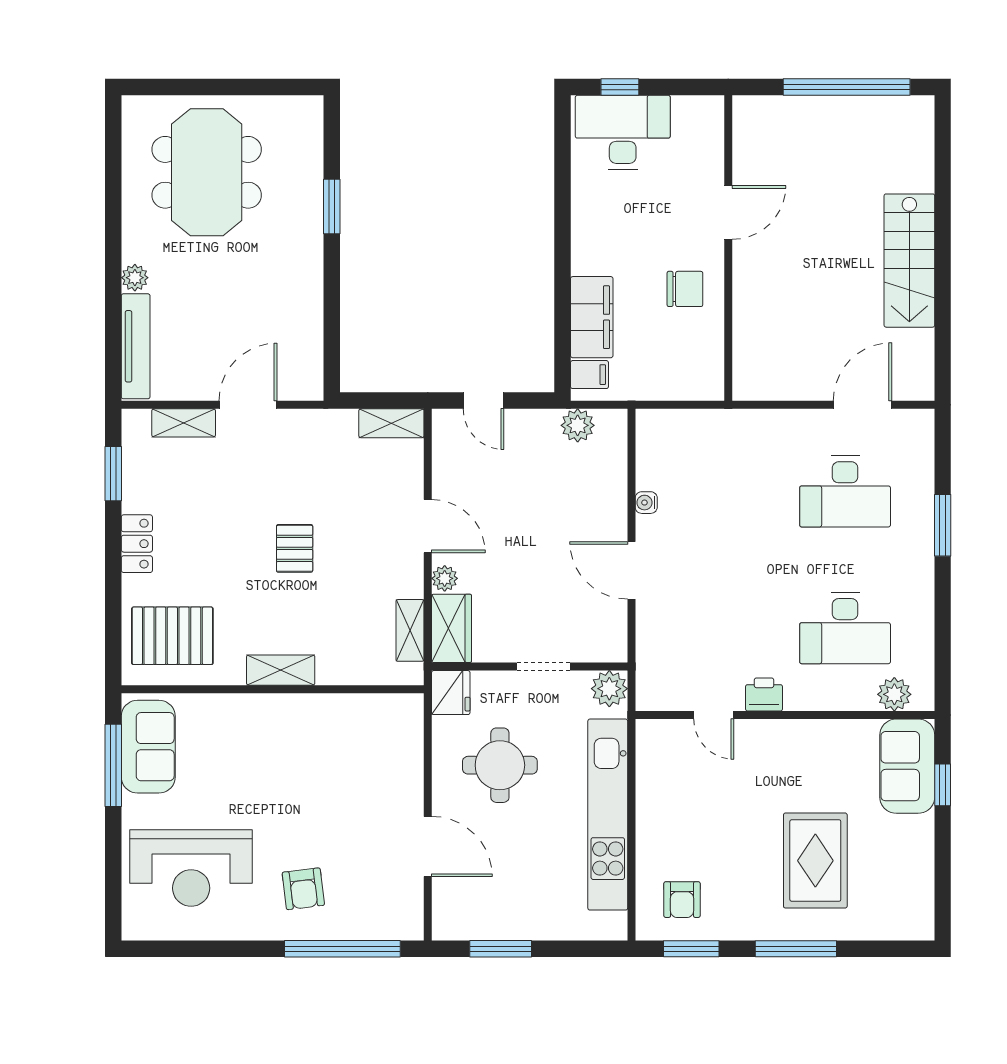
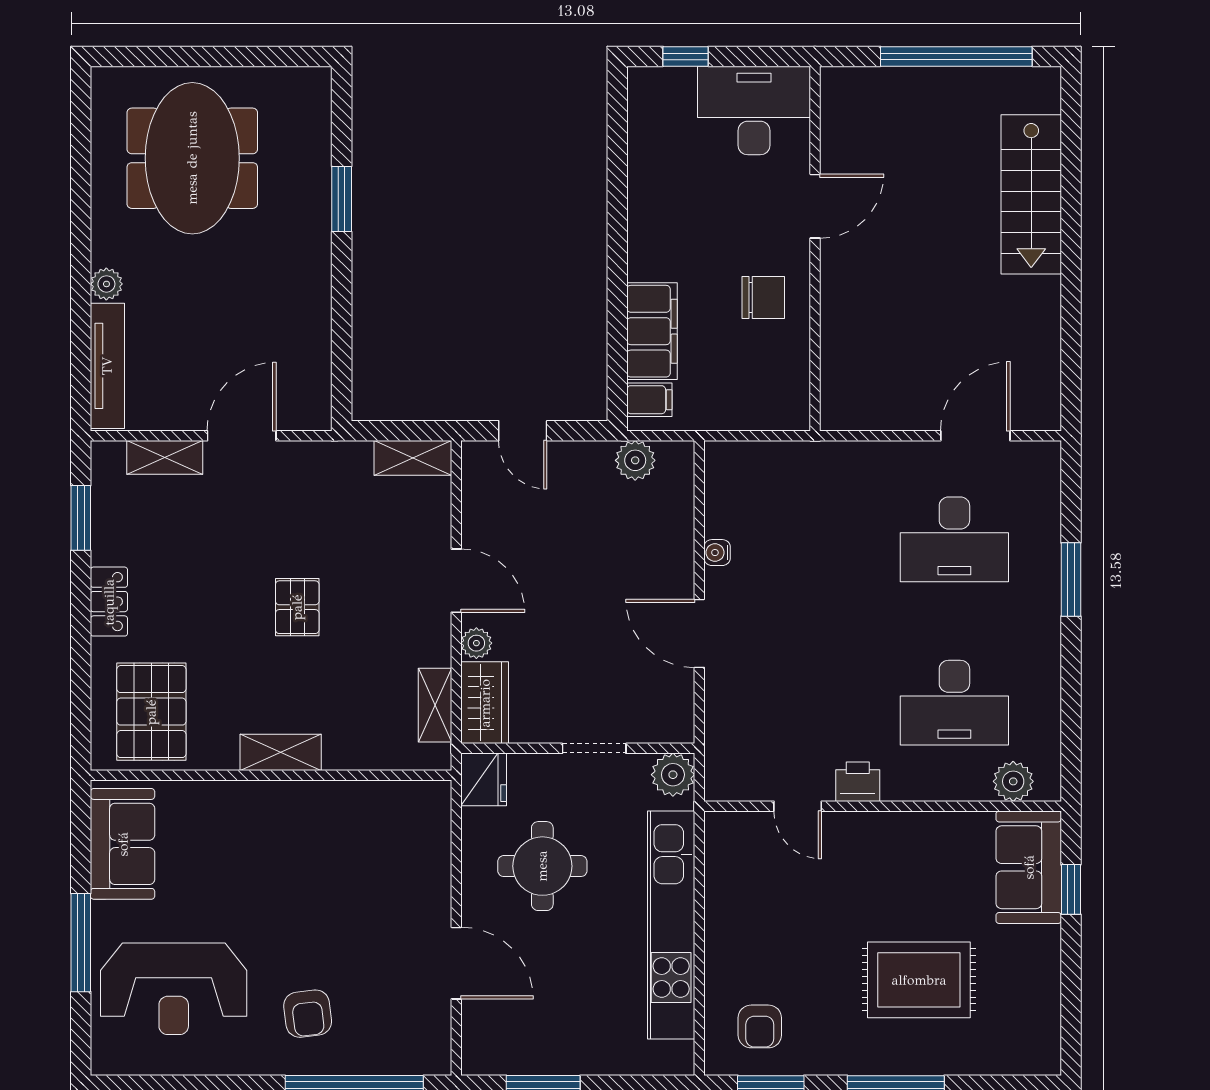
desk: (623, 132) -> (754, 110), moved
stairs: (909, 261) -> (1031, 194), moved
pallet: (172, 636) -> (151, 712), turned 90
window: (113, 765) -> (81, 943), moved
rug: (815, 861) -> (919, 980), turned 90

